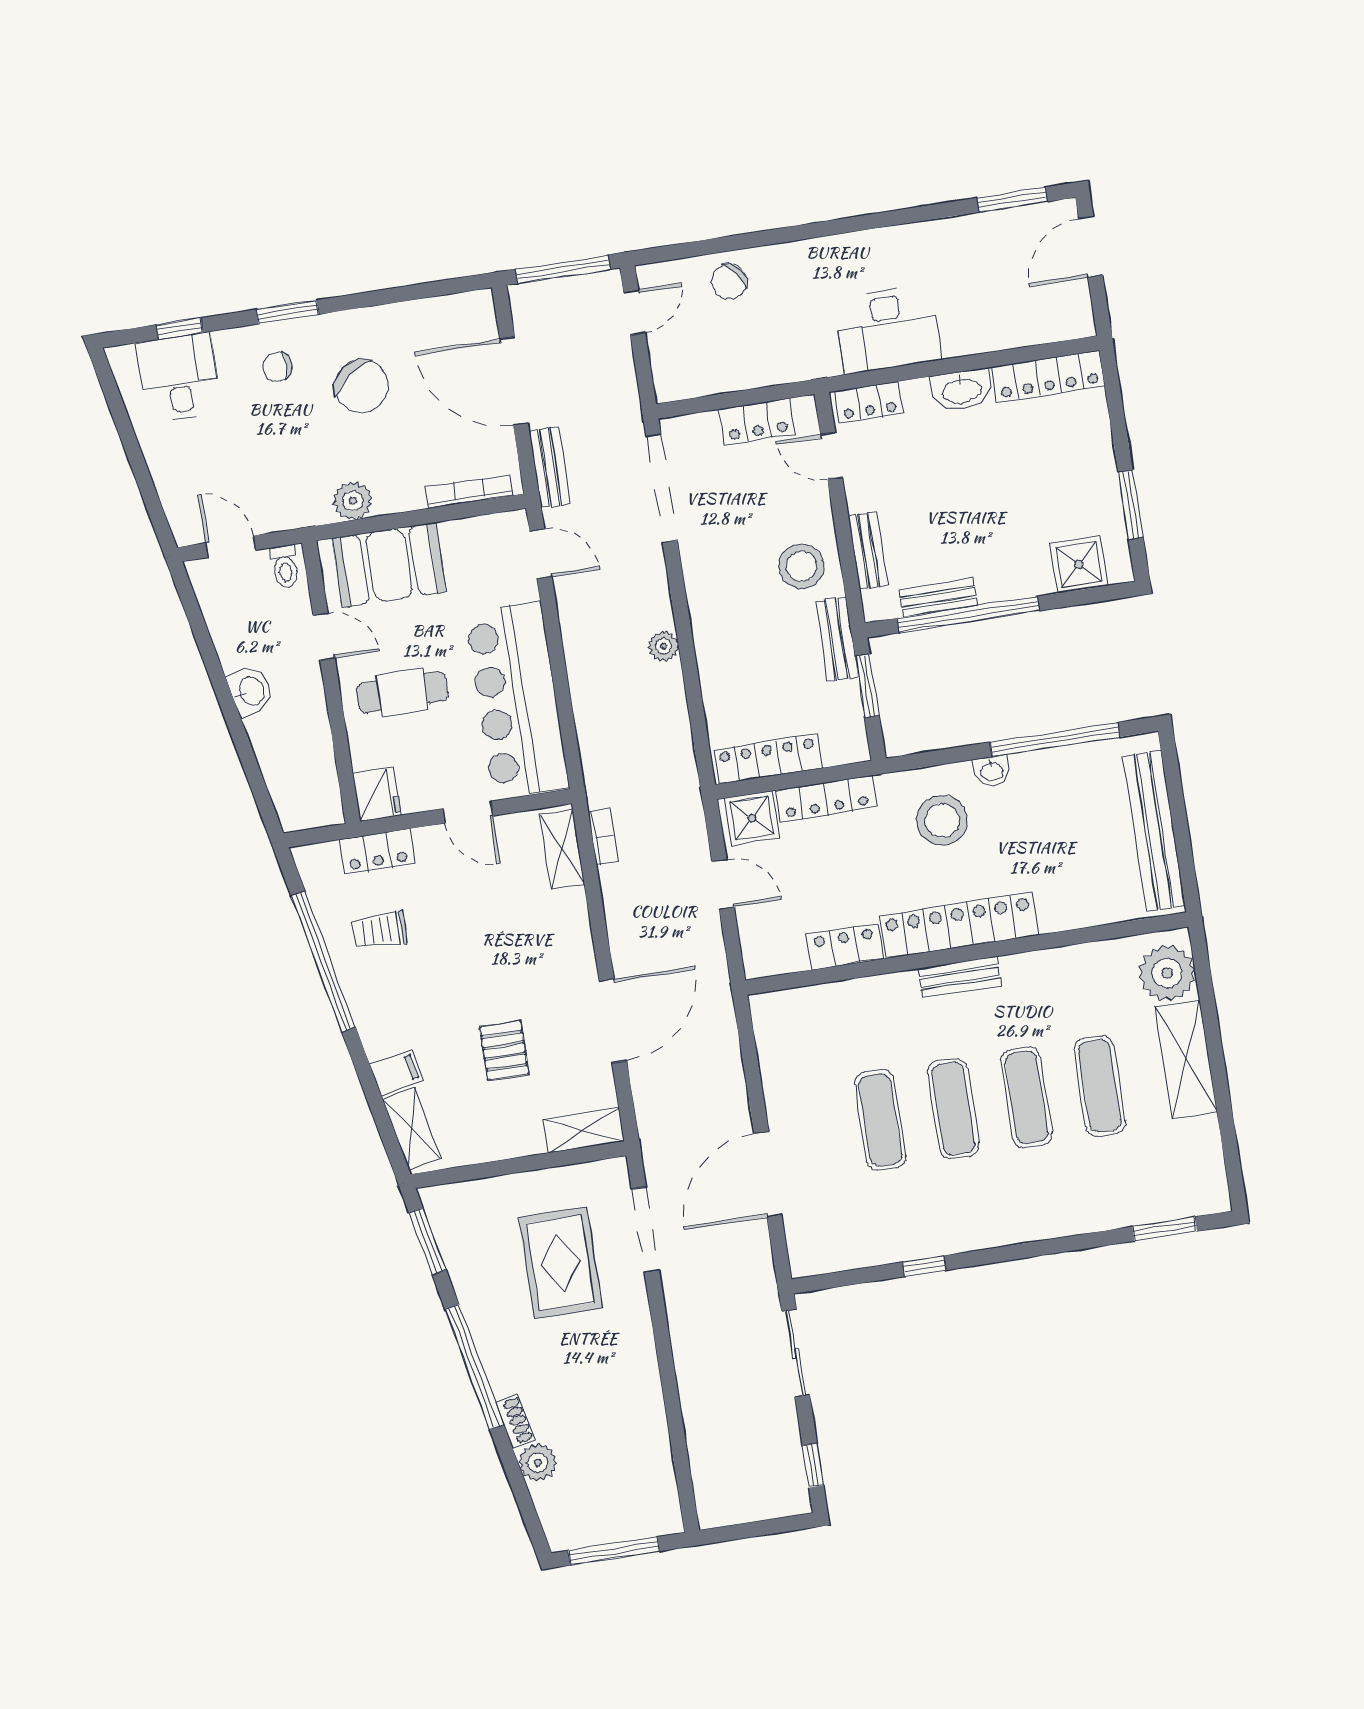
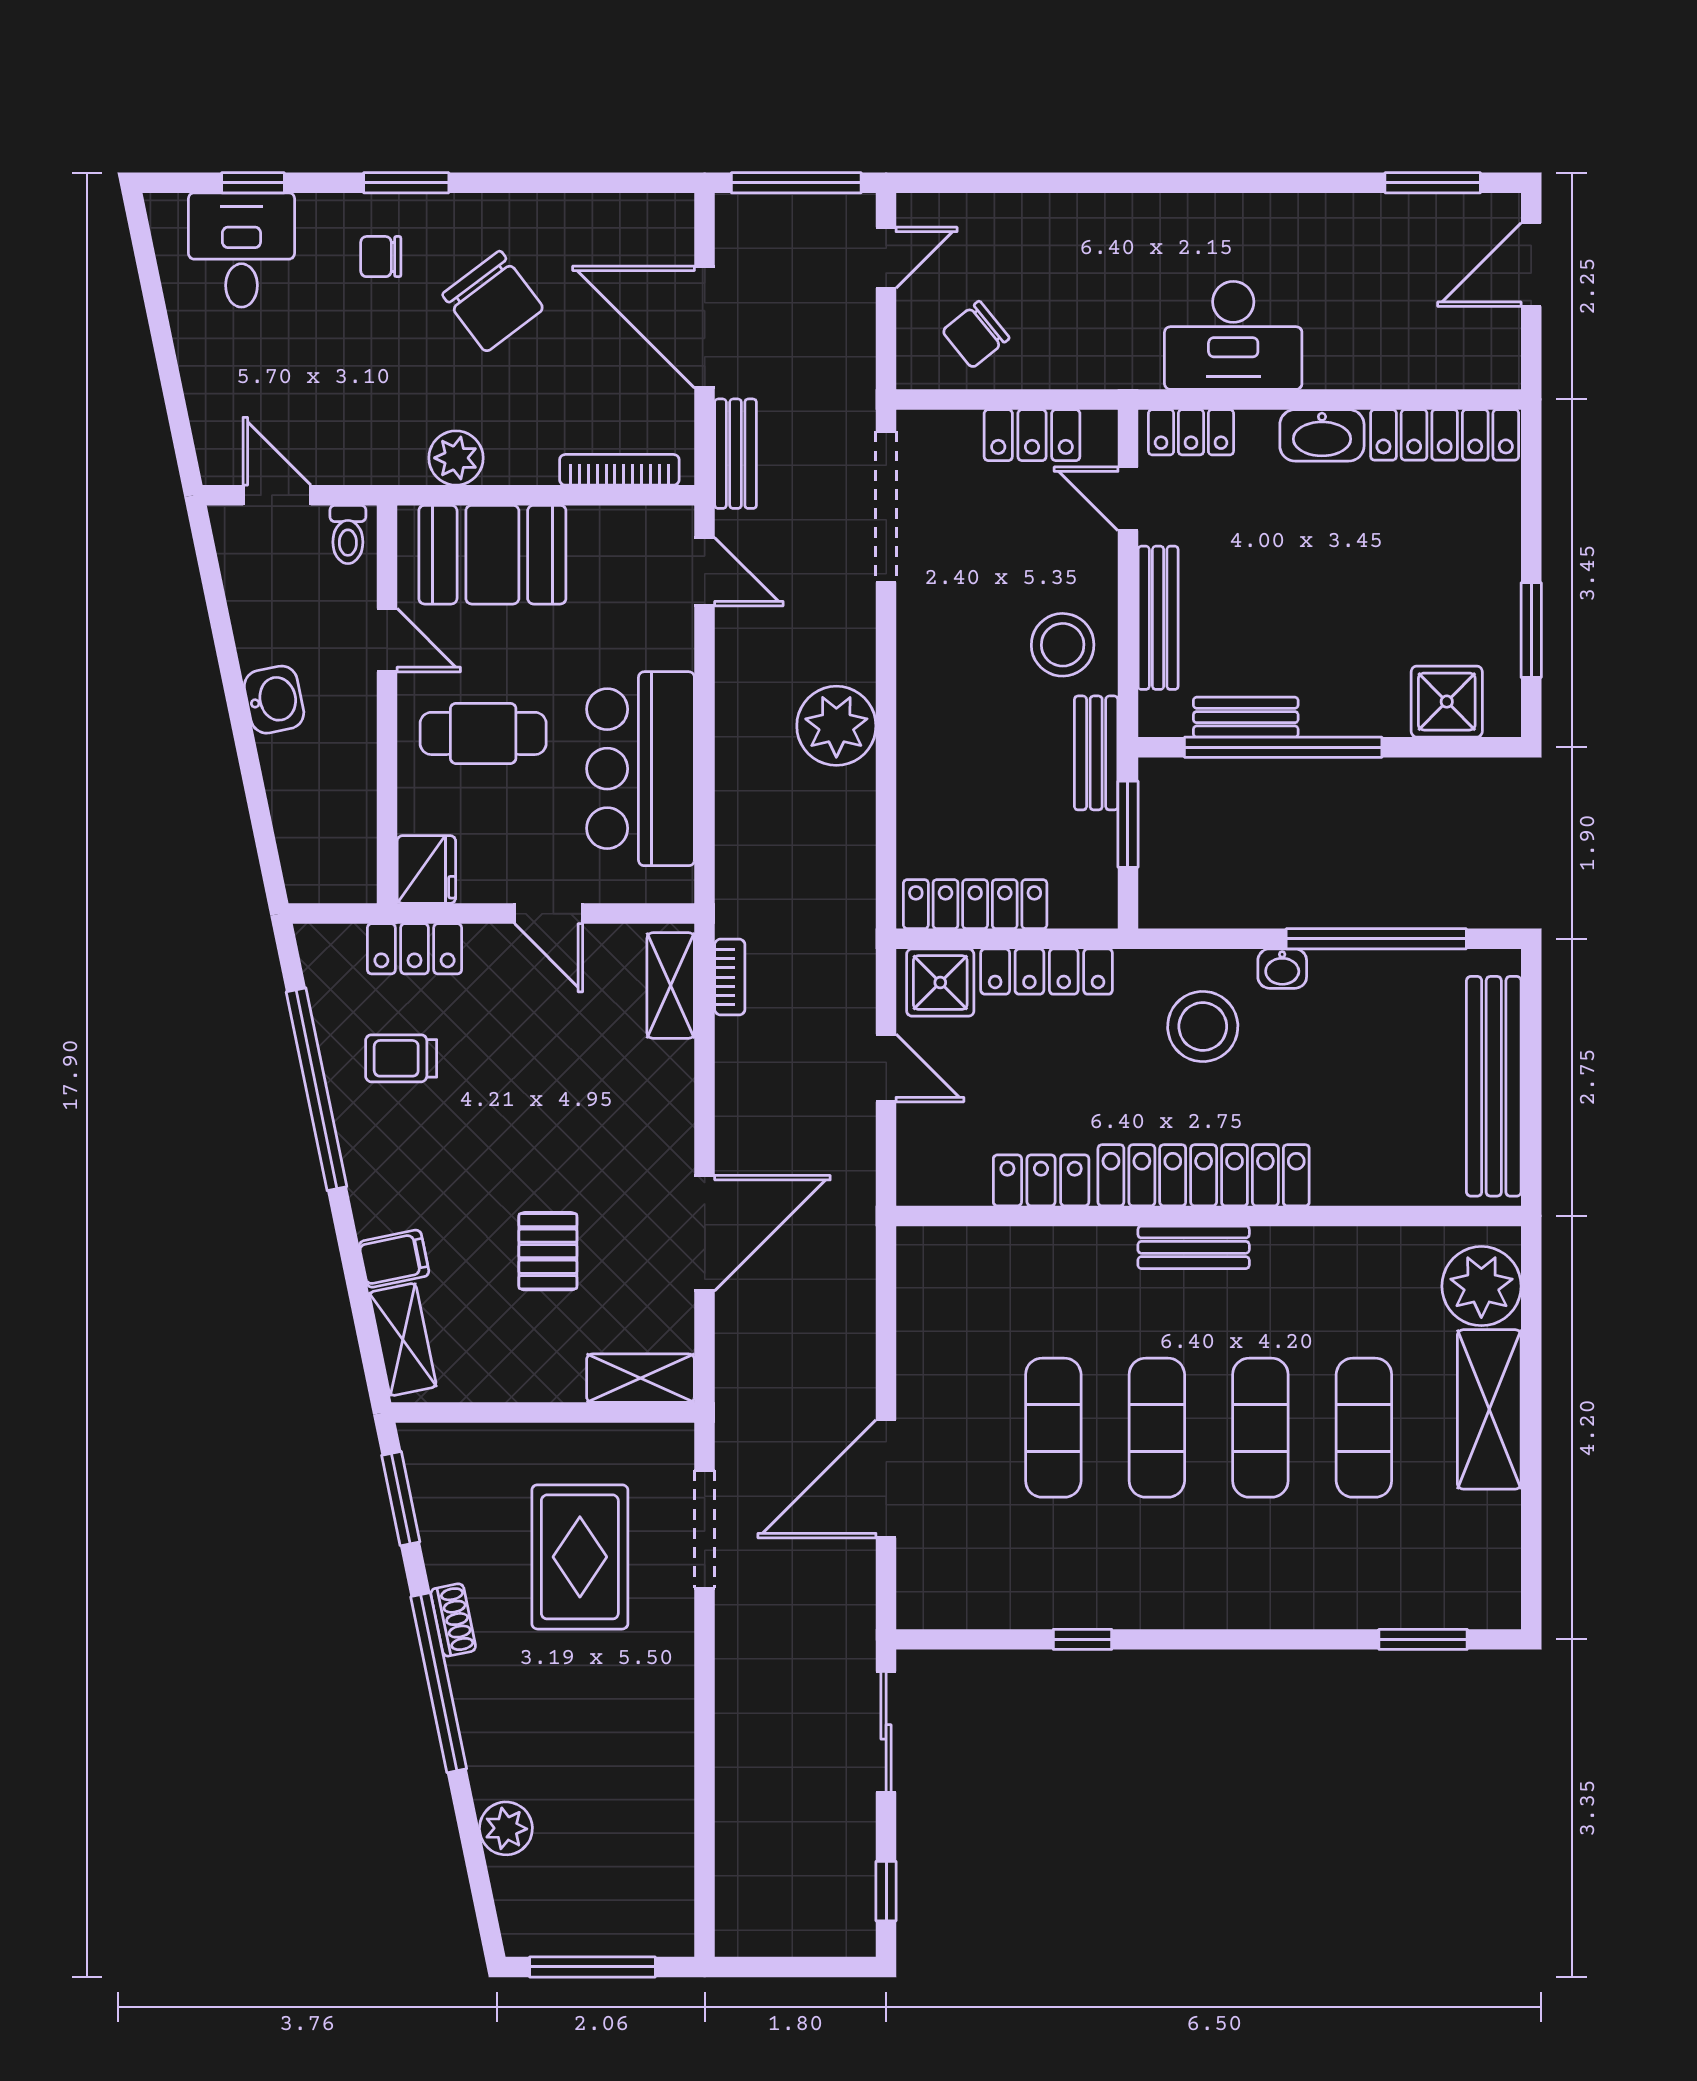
chair: (729, 282) -> (976, 335), moved
bench: (868, 550) -> (1158, 618), width x1.36
plant: (664, 646) -> (836, 726), width x1.88, depth x1.88
bar counter: (517, 700) -> (641, 769), width x0.73
shoe rack: (515, 1421) -> (453, 1620), moved

